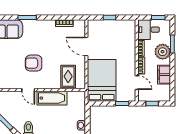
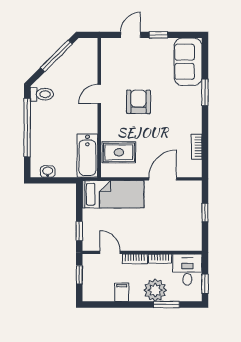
filing cabinet: (164, 75) -> (122, 292), width x0.50
bed: (102, 80) -> (113, 194), width x0.67
door: (137, 83) -> (110, 252), swing flipped
bathtub: (52, 98) -> (87, 156), moved

